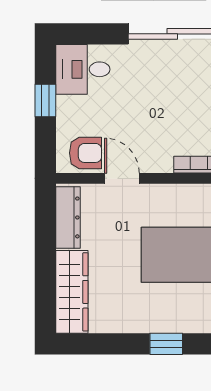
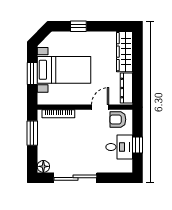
desk: (83, 69) -> (119, 147), moved
door: (122, 178) -> (100, 107), swing flipped

